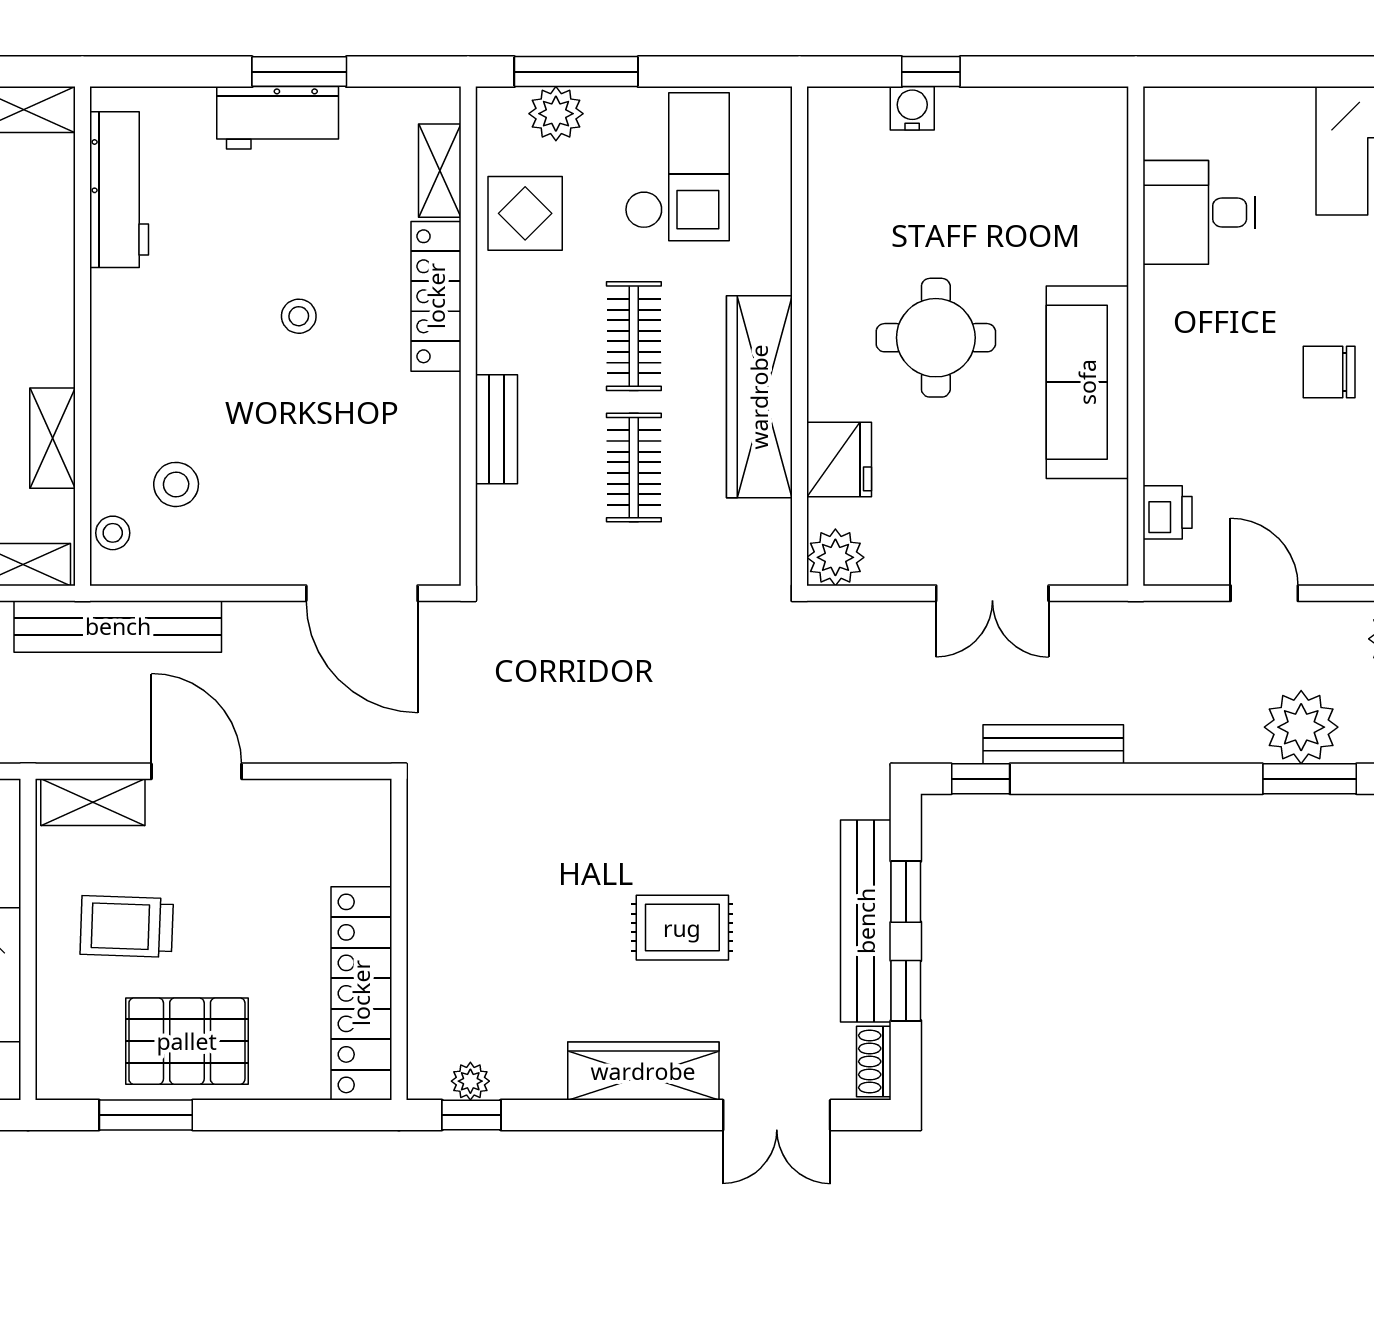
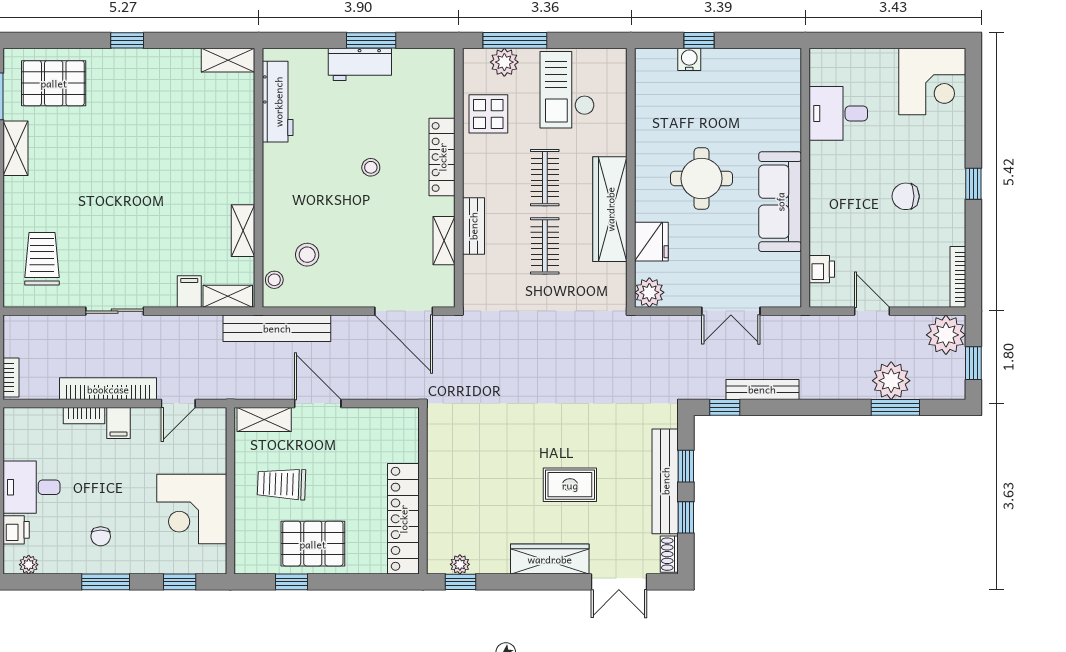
checkout: (677, 167) -> (567, 90), turned 180
shelving: (440, 171) -> (444, 241), moved
window: (146, 1115) -> (291, 582), width x0.67

